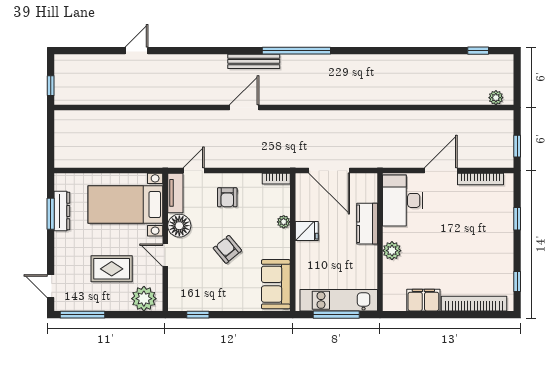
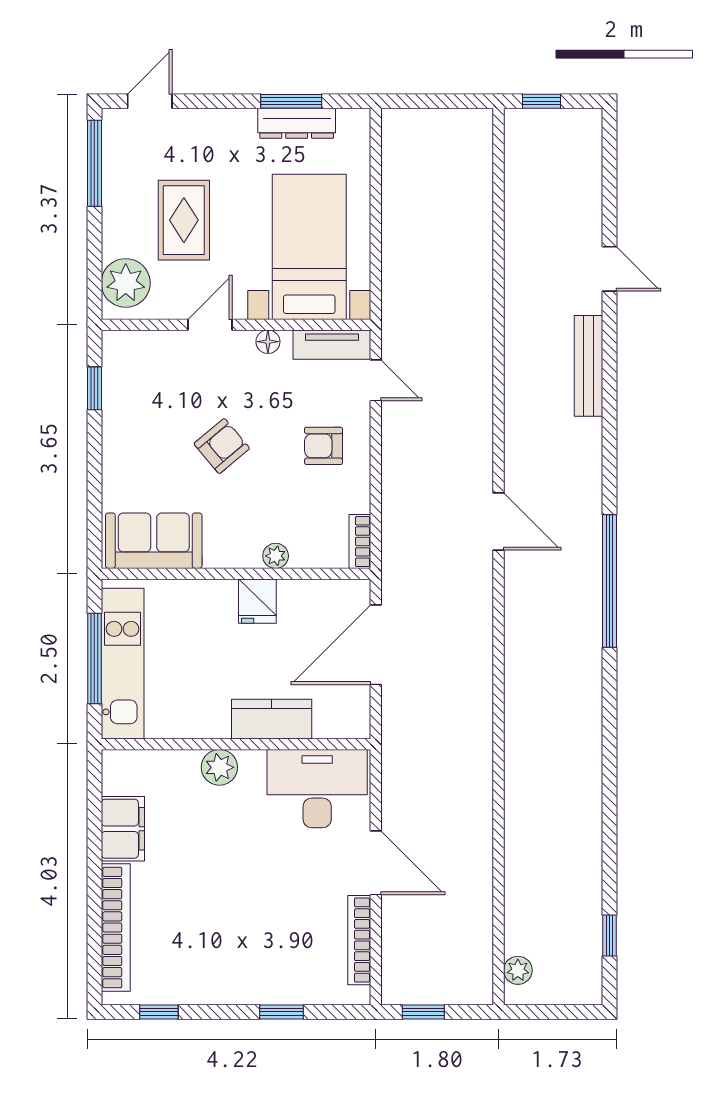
bench: (254, 61) -> (588, 366), moved
door: (244, 108) -> (499, 522), moved
floor lamp: (179, 226) -> (268, 342), width x0.53, depth x0.53

